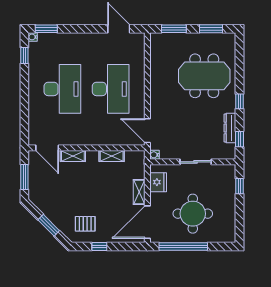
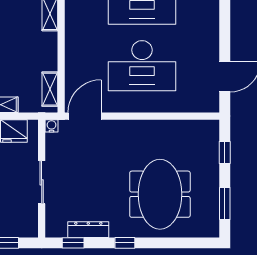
window: (174, 29) -> (225, 153), width x0.67
shelving: (112, 156) -> (50, 89), moved

